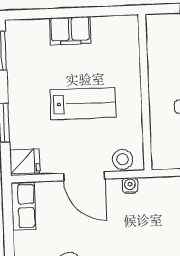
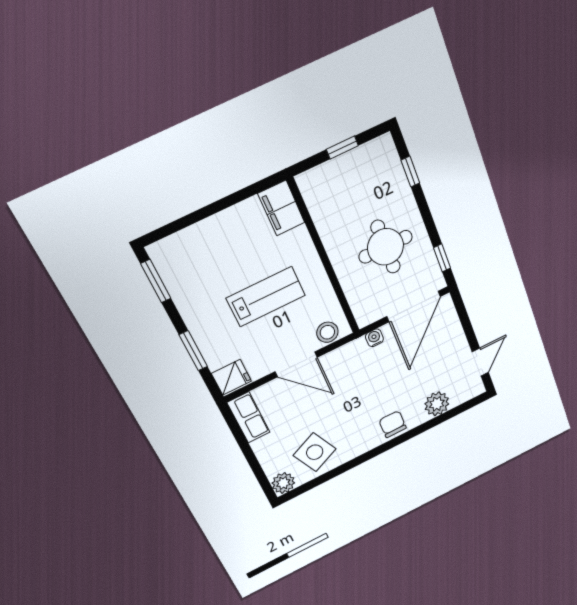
filing cabinet: (70, 31) -> (281, 208), moved, turned 90
water cooler: (130, 185) -> (374, 338), moved

